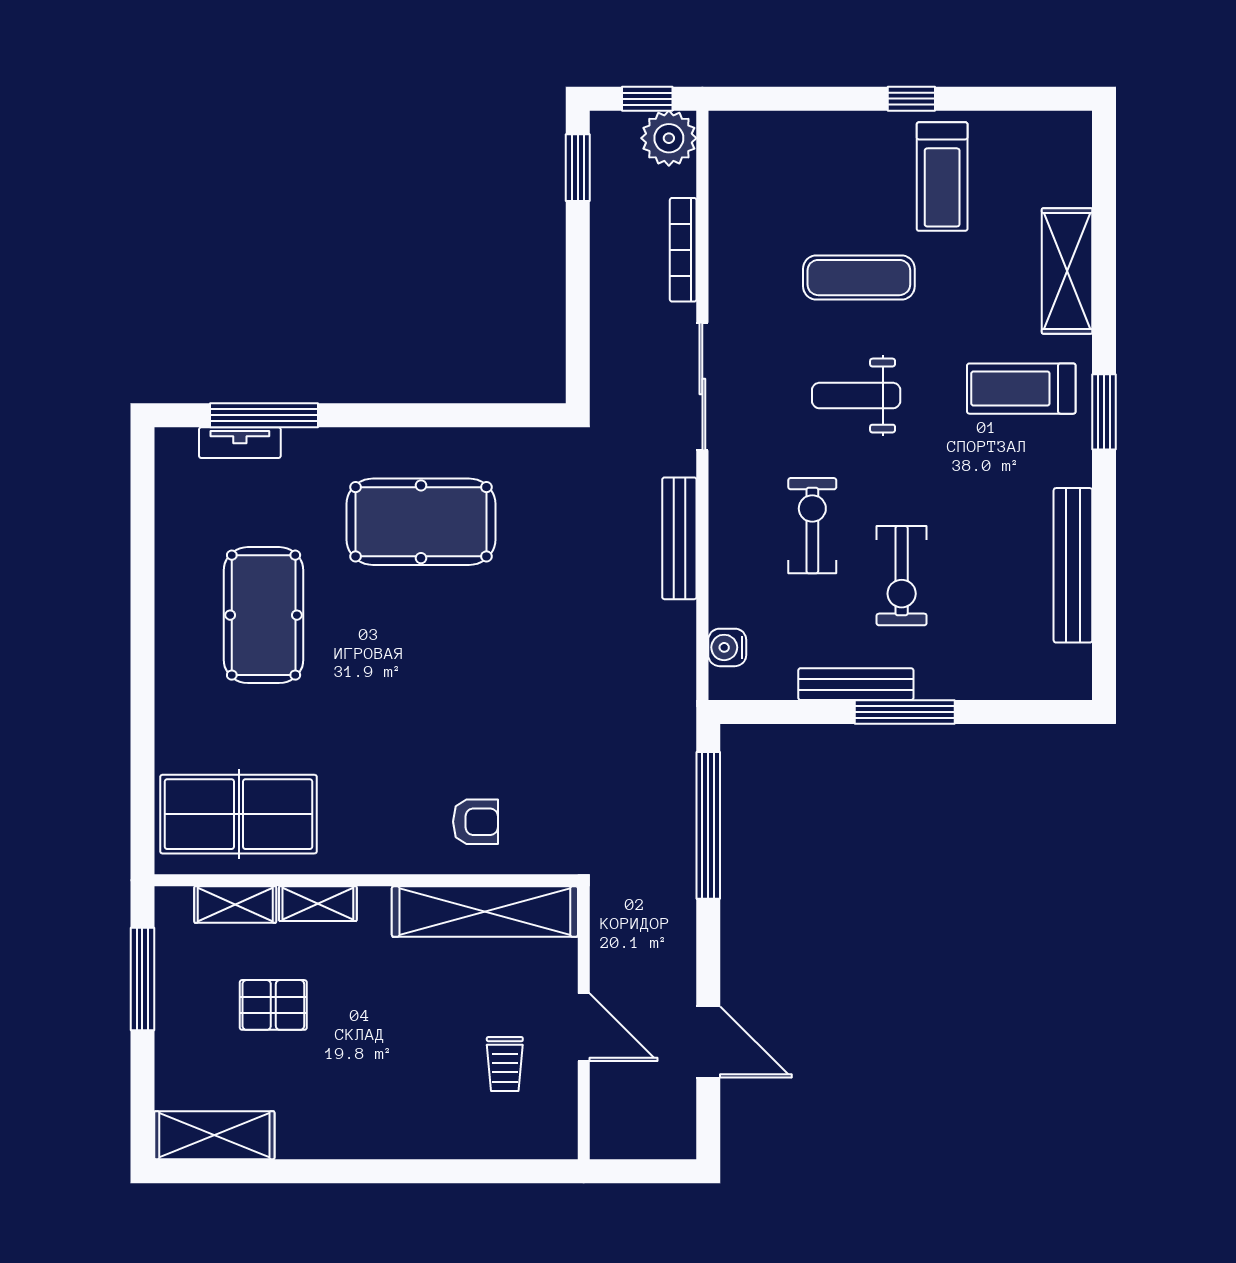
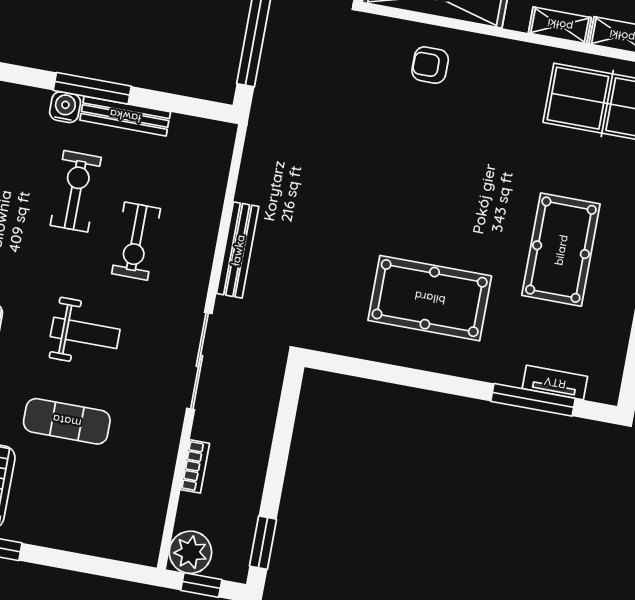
bookcase: (683, 250) -> (195, 466), width x0.64
water cooler: (727, 647) -> (65, 107), moved, turned -90

